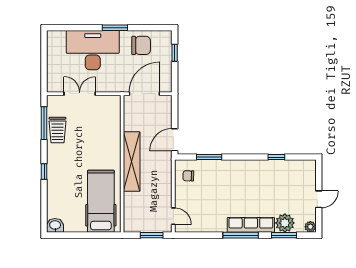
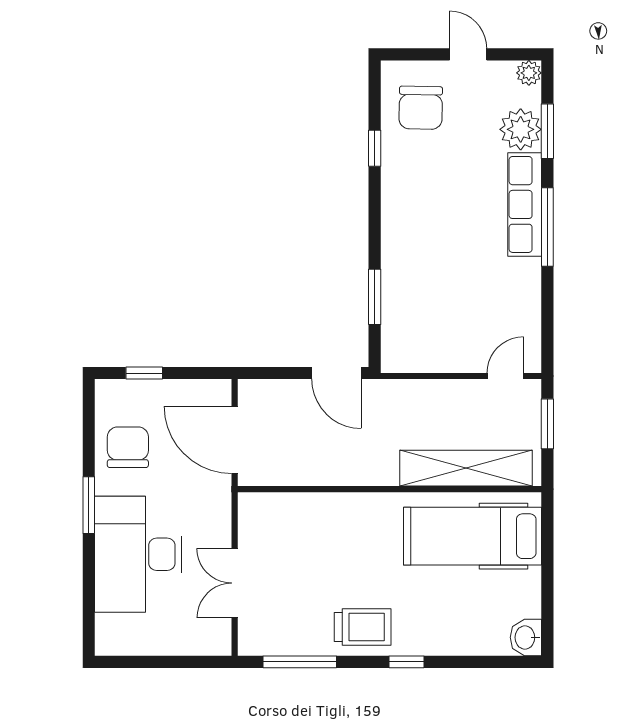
trolley: (57, 130) -> (363, 627), moved
shelving: (132, 162) -> (466, 468), moved
chair: (188, 176) -> (421, 108), moved, width x1.87, depth x1.87

